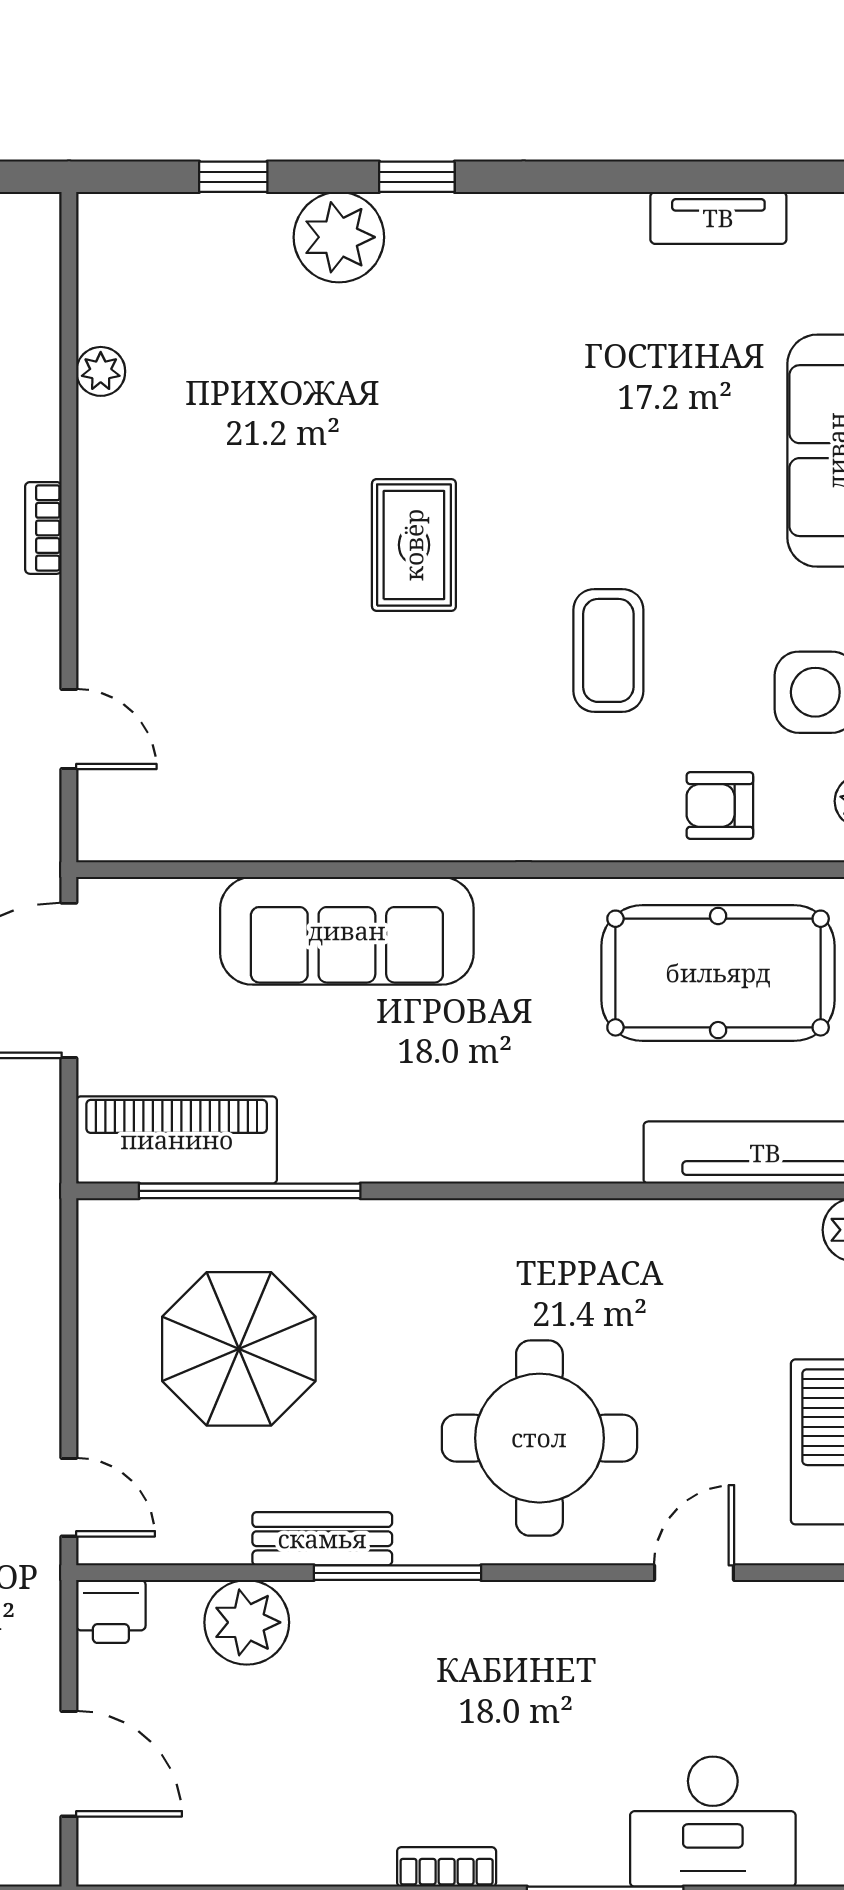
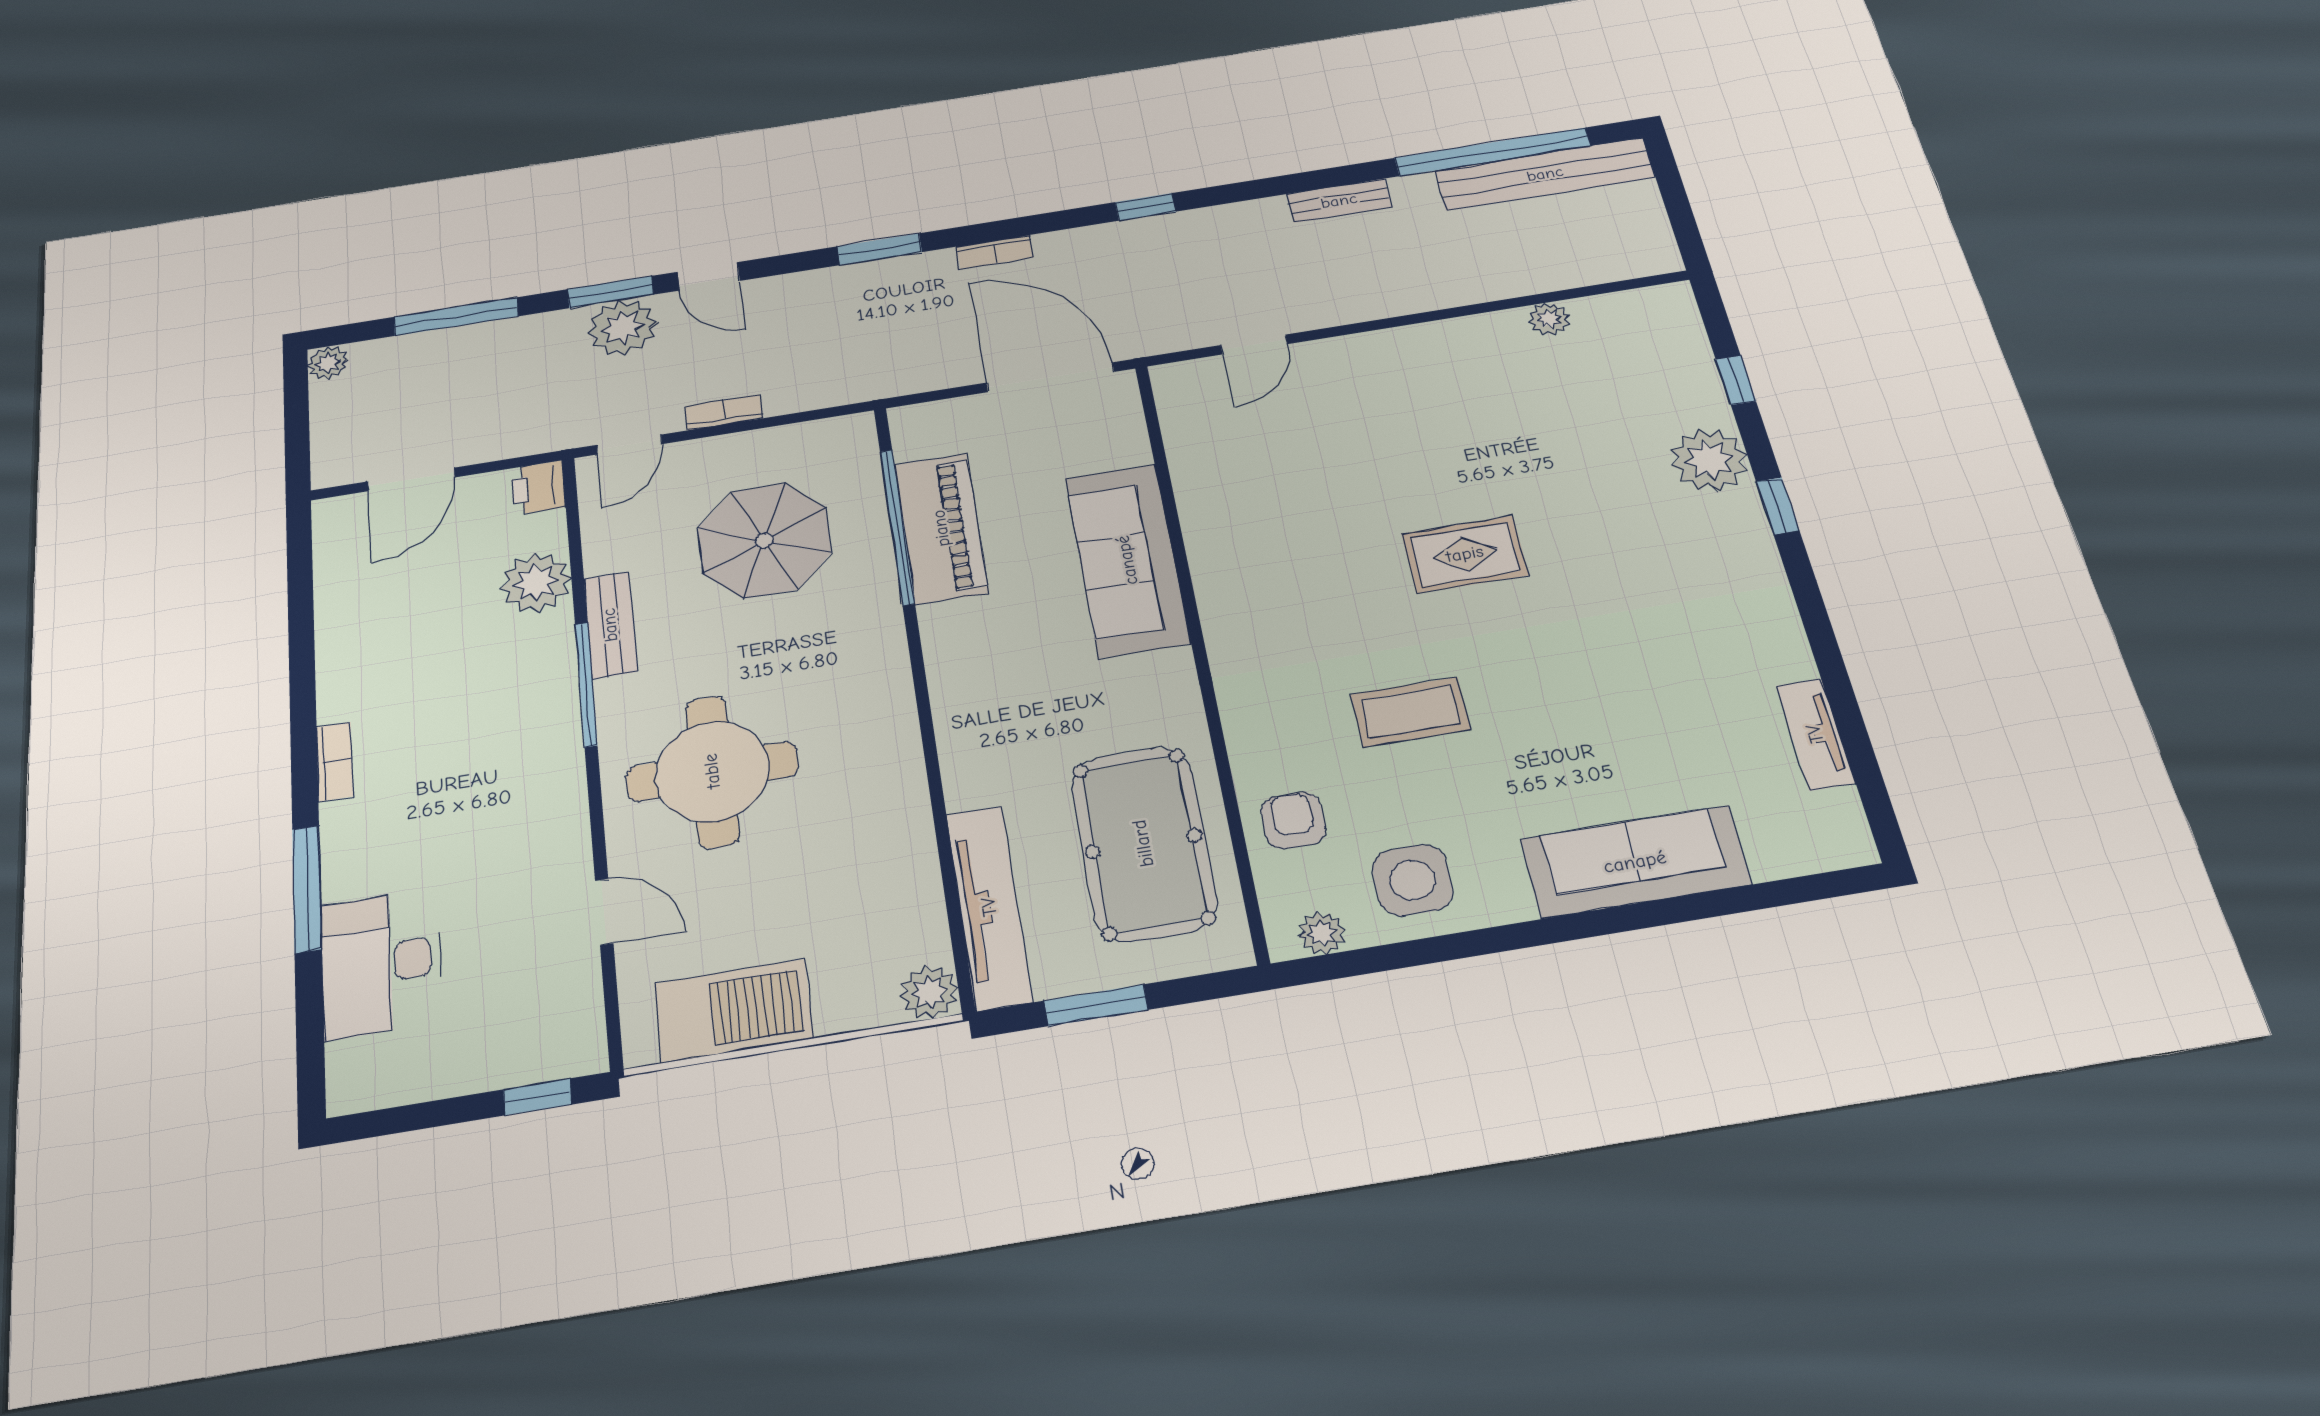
bookcase: (43, 528) -> (724, 412), moved
piano: (177, 1140) -> (941, 528), moved

